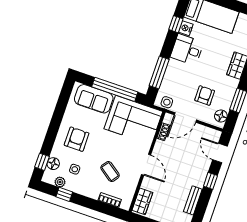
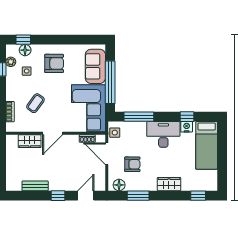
desk: (187, 50) -> (163, 134), width x1.37
wardrobe: (142, 201) -> (30, 141), moved

